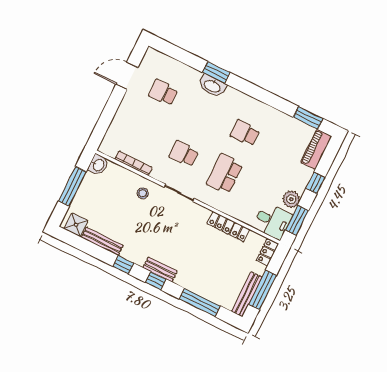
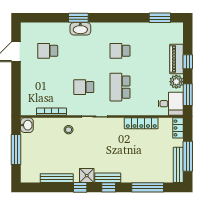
piano: (316, 149) -> (177, 59), moved
shower: (76, 225) -> (87, 176), moved

